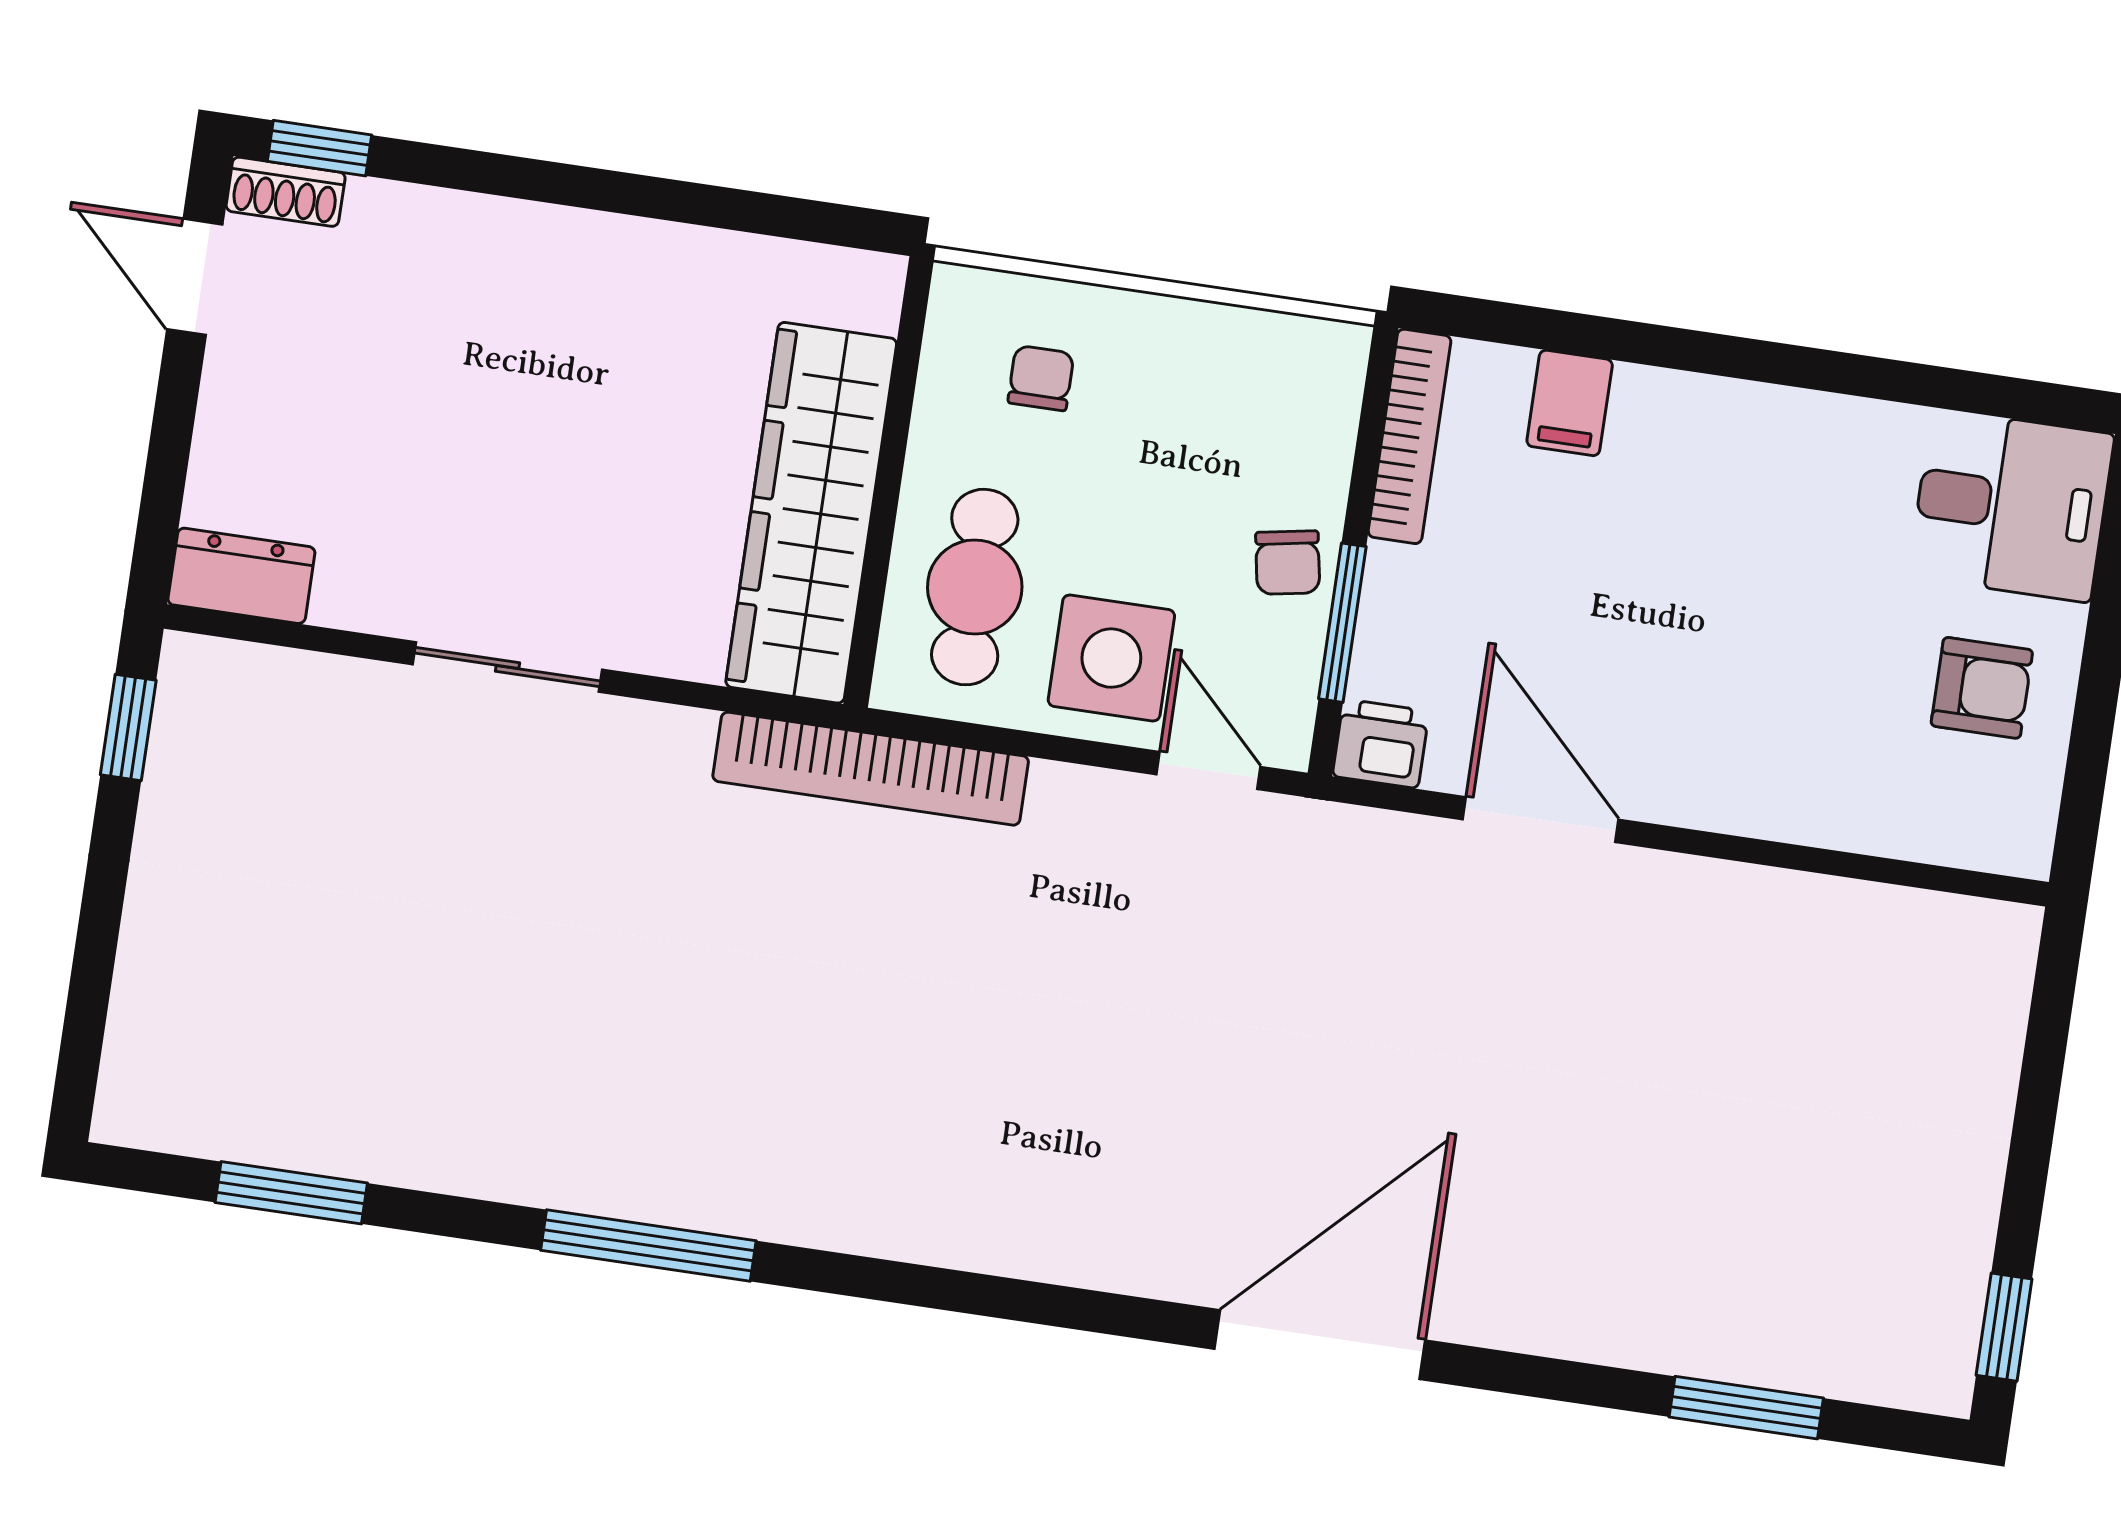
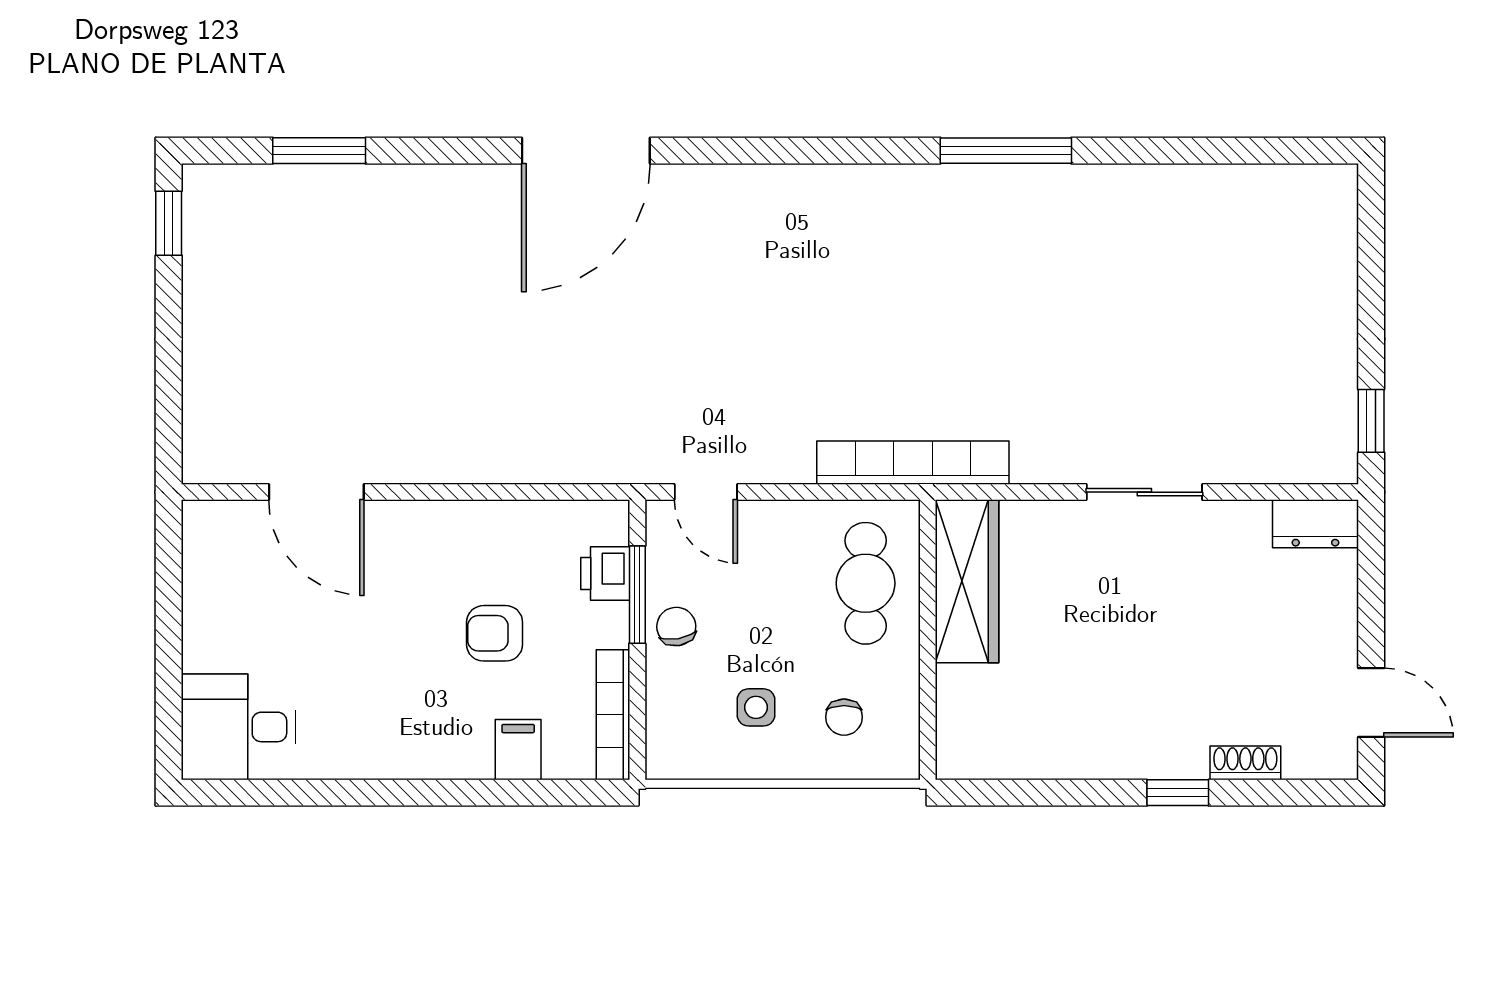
window: (320, 148) -> (1178, 793), moved
shoe rack: (286, 192) -> (1245, 763), moved
wardrobe: (811, 513) -> (967, 581), width x0.71, depth x0.85
side table: (1111, 658) -> (756, 707), moved, width x0.54, depth x0.54
armchair: (1982, 688) -> (495, 633), moved
printer: (1381, 744) -> (605, 573), moved, turned 90
door: (1541, 820) -> (316, 492), moved
window: (291, 1193) -> (1229, 151), removed

